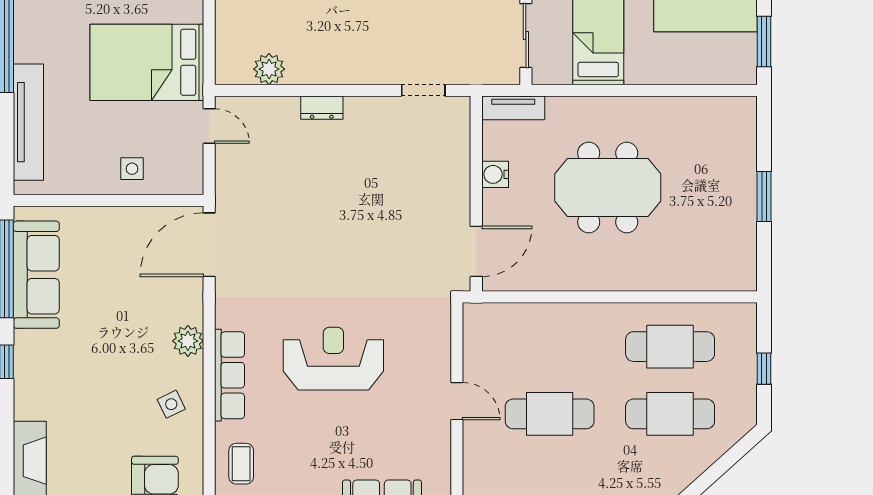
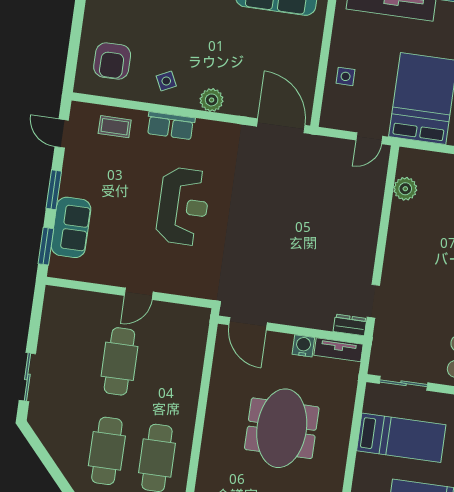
dresser: (322, 108) -> (350, 325), moved, turned 90
tv unit: (513, 108) -> (338, 350), moved, turned -90
row of seats: (229, 375) -> (171, 126), width x0.68

